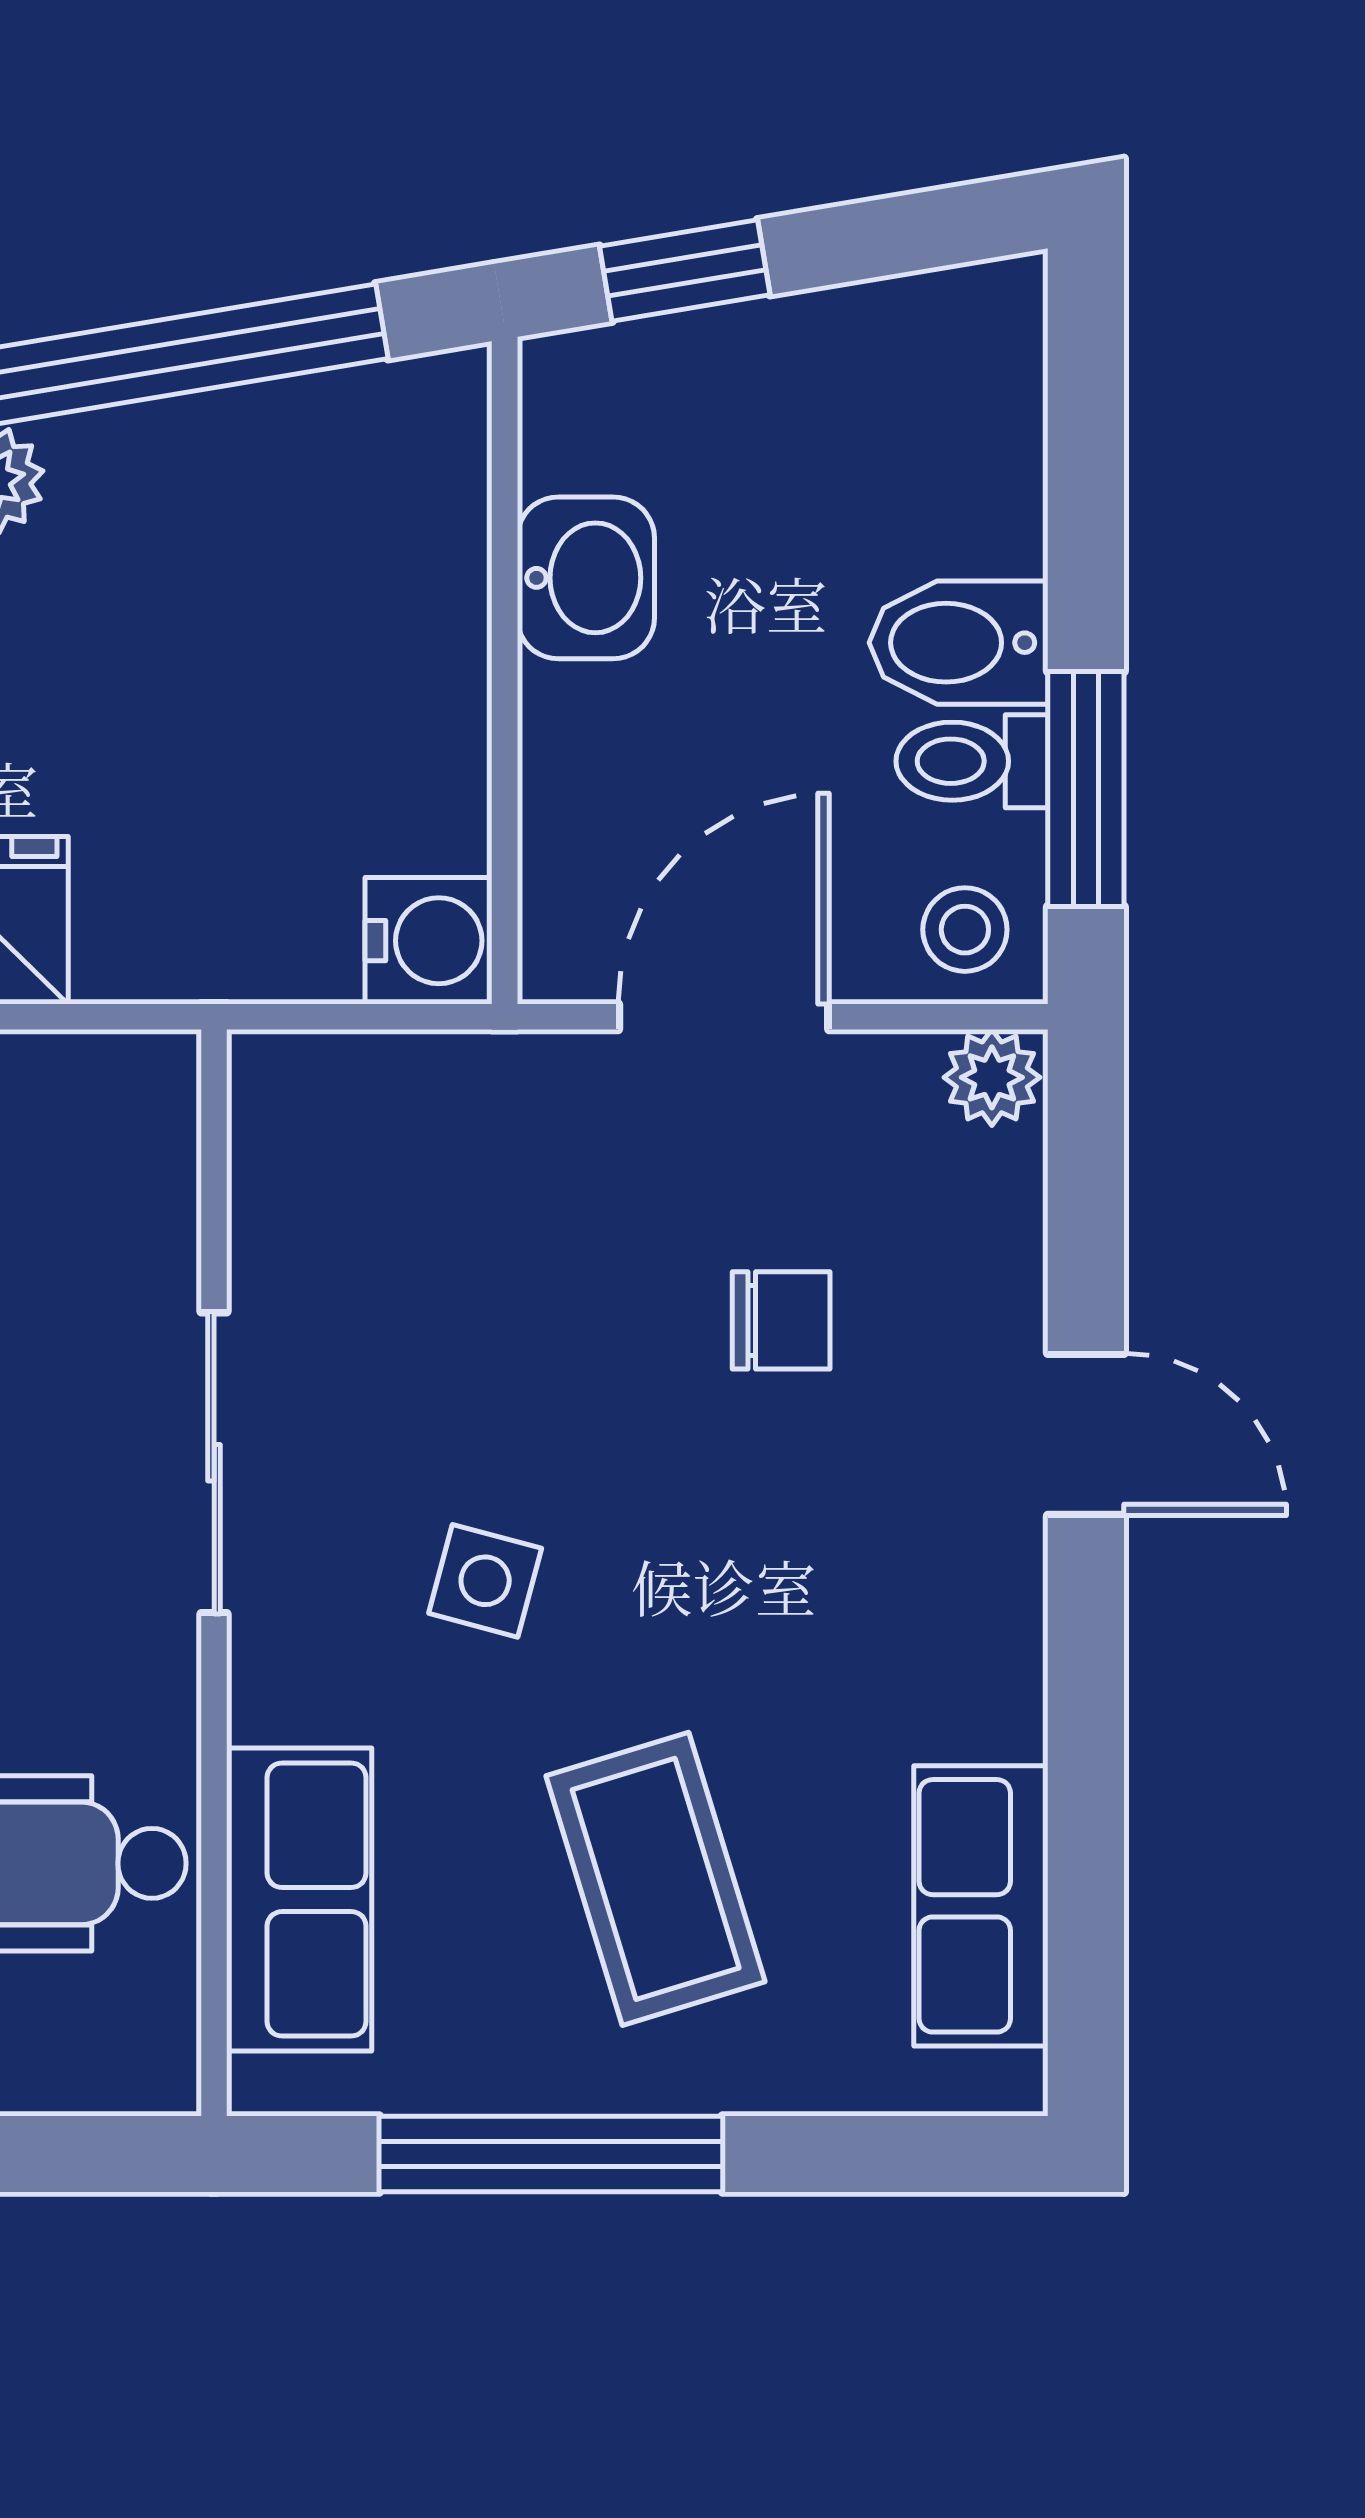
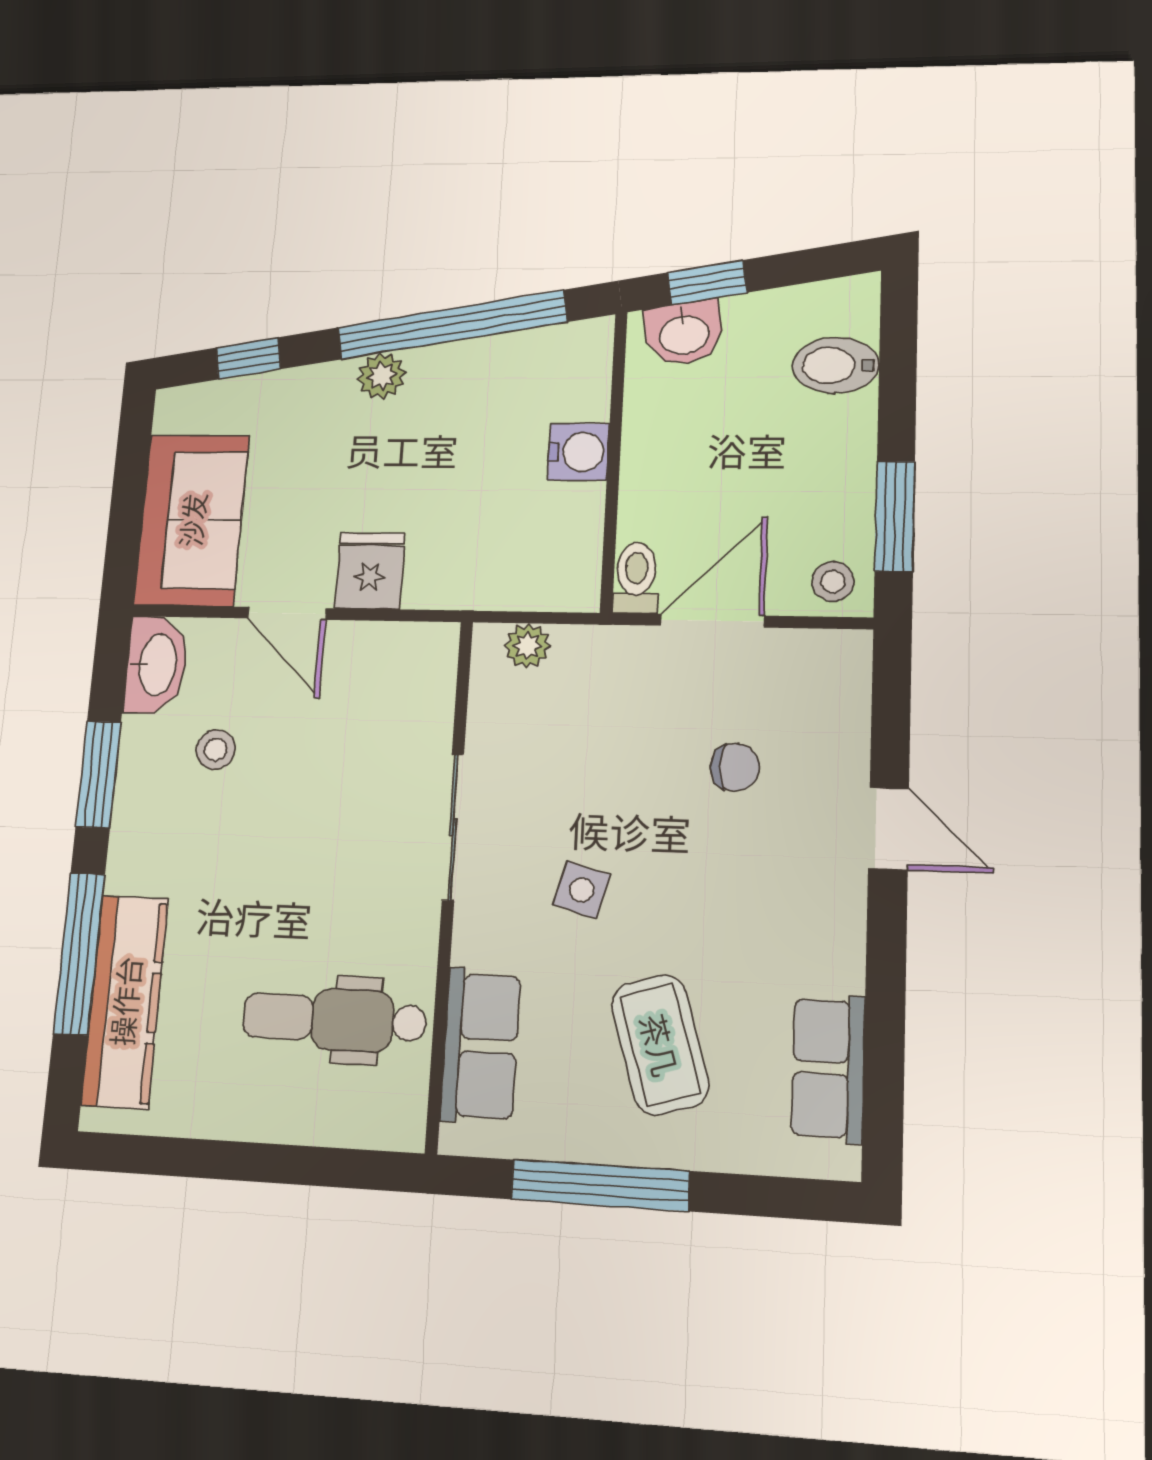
washbasin: (586, 578) -> (684, 333), moved, turned 81
bidet: (959, 643) -> (836, 365), moved
toilet: (972, 761) -> (636, 578), moved, turned 90
water cooler: (429, 941) -> (578, 452), moved
plant: (992, 1077) -> (528, 646), moved

